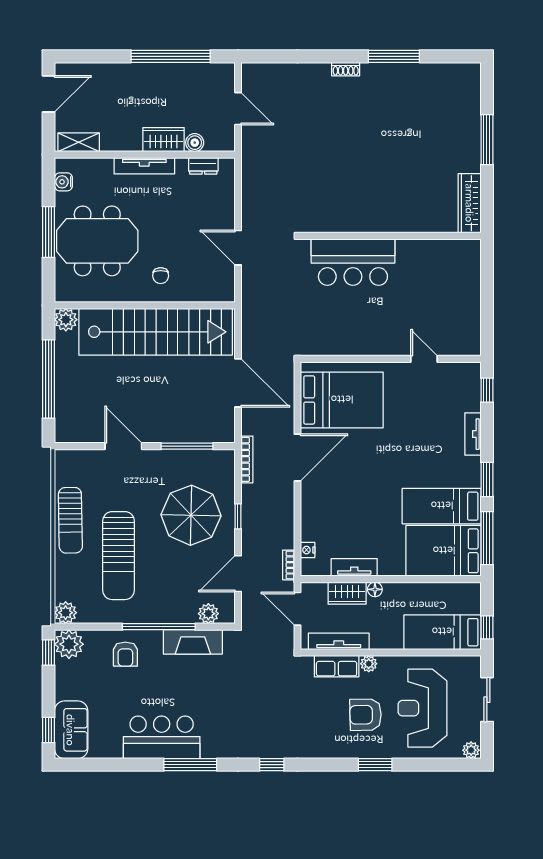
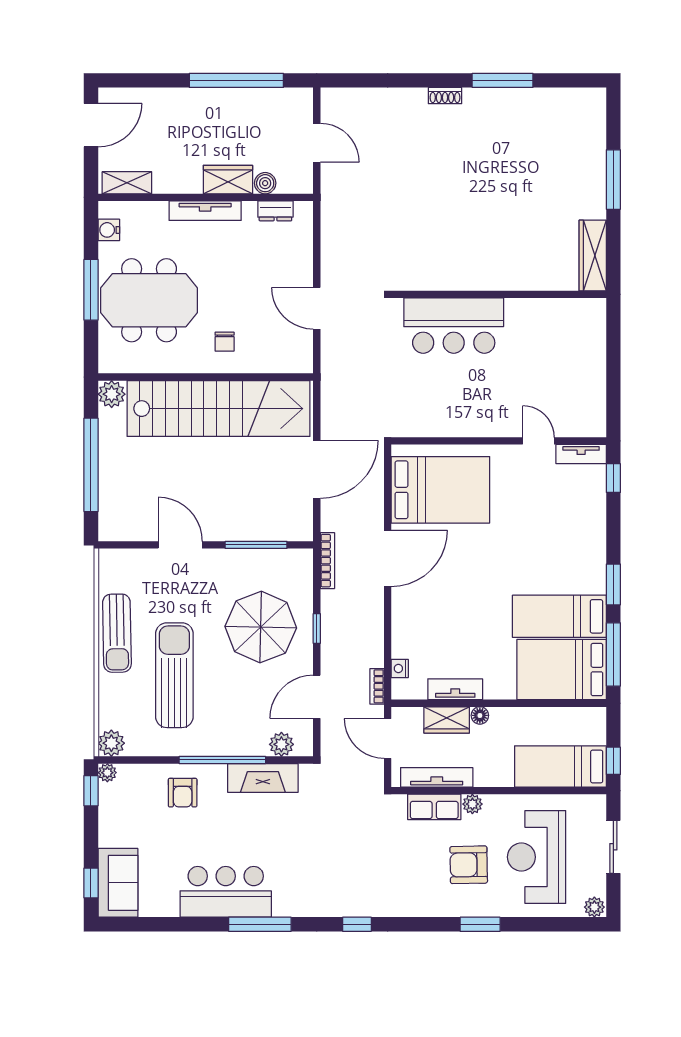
door: (238, 383) -> (317, 469), hinge flipped
tv unit: (473, 434) -> (581, 454), moved, turned -90
sun lounger: (119, 556) -> (174, 675), turned 180
plant: (69, 644) -> (107, 773), width x0.53, depth x0.53

